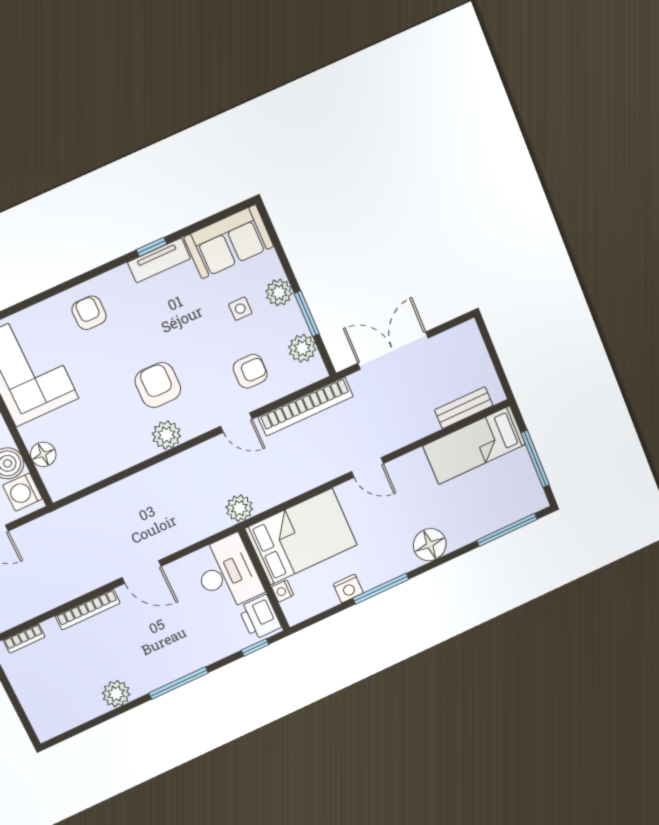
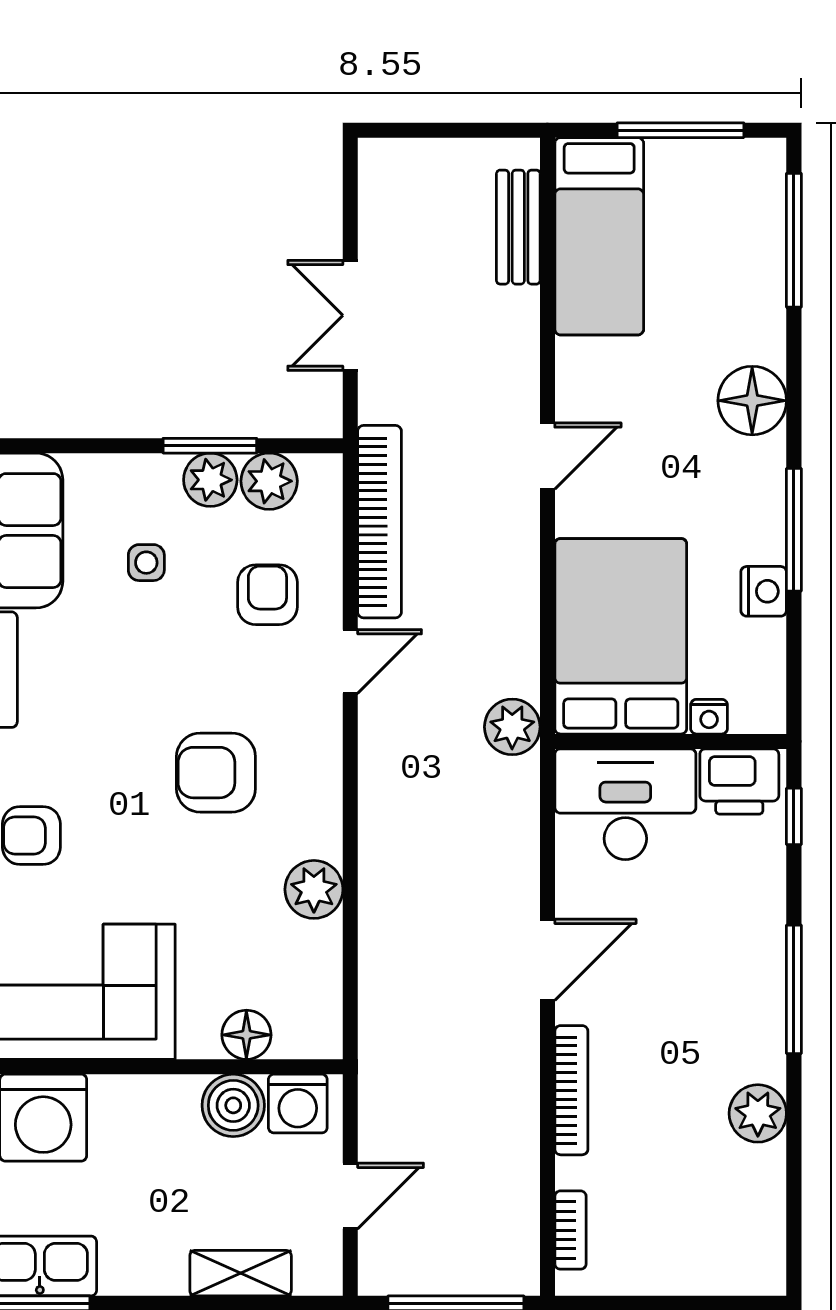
plant: (279, 292) -> (210, 480), moved
double door: (393, 351) -> (350, 315), width x0.73
plant: (166, 435) -> (314, 889), moved

